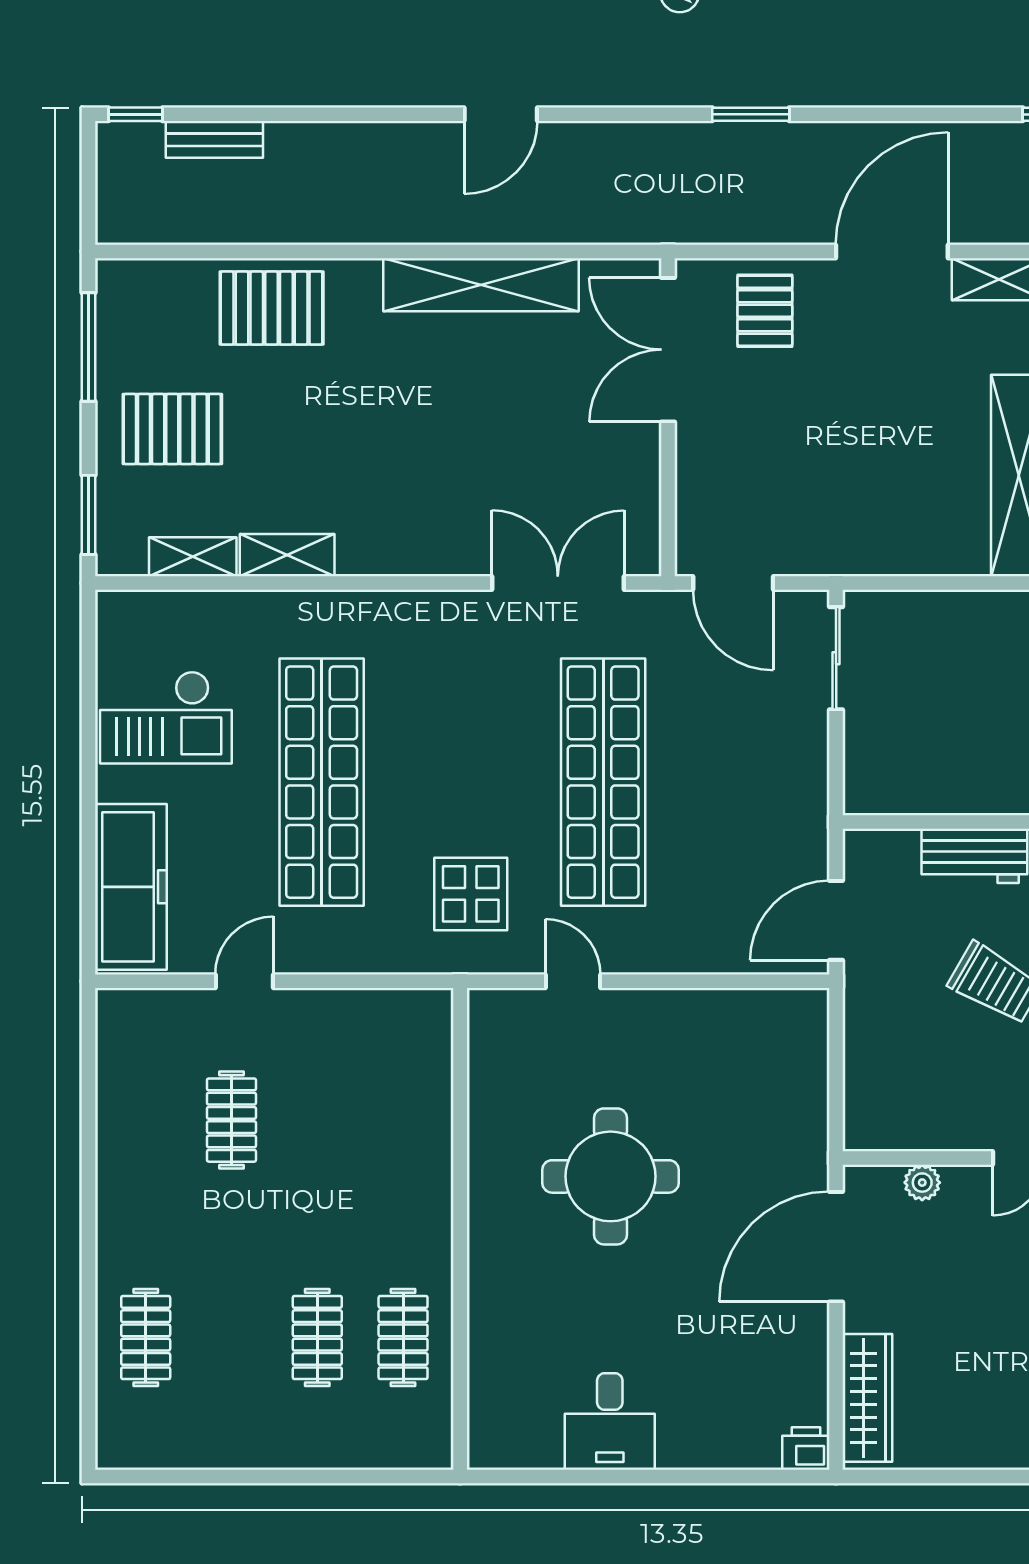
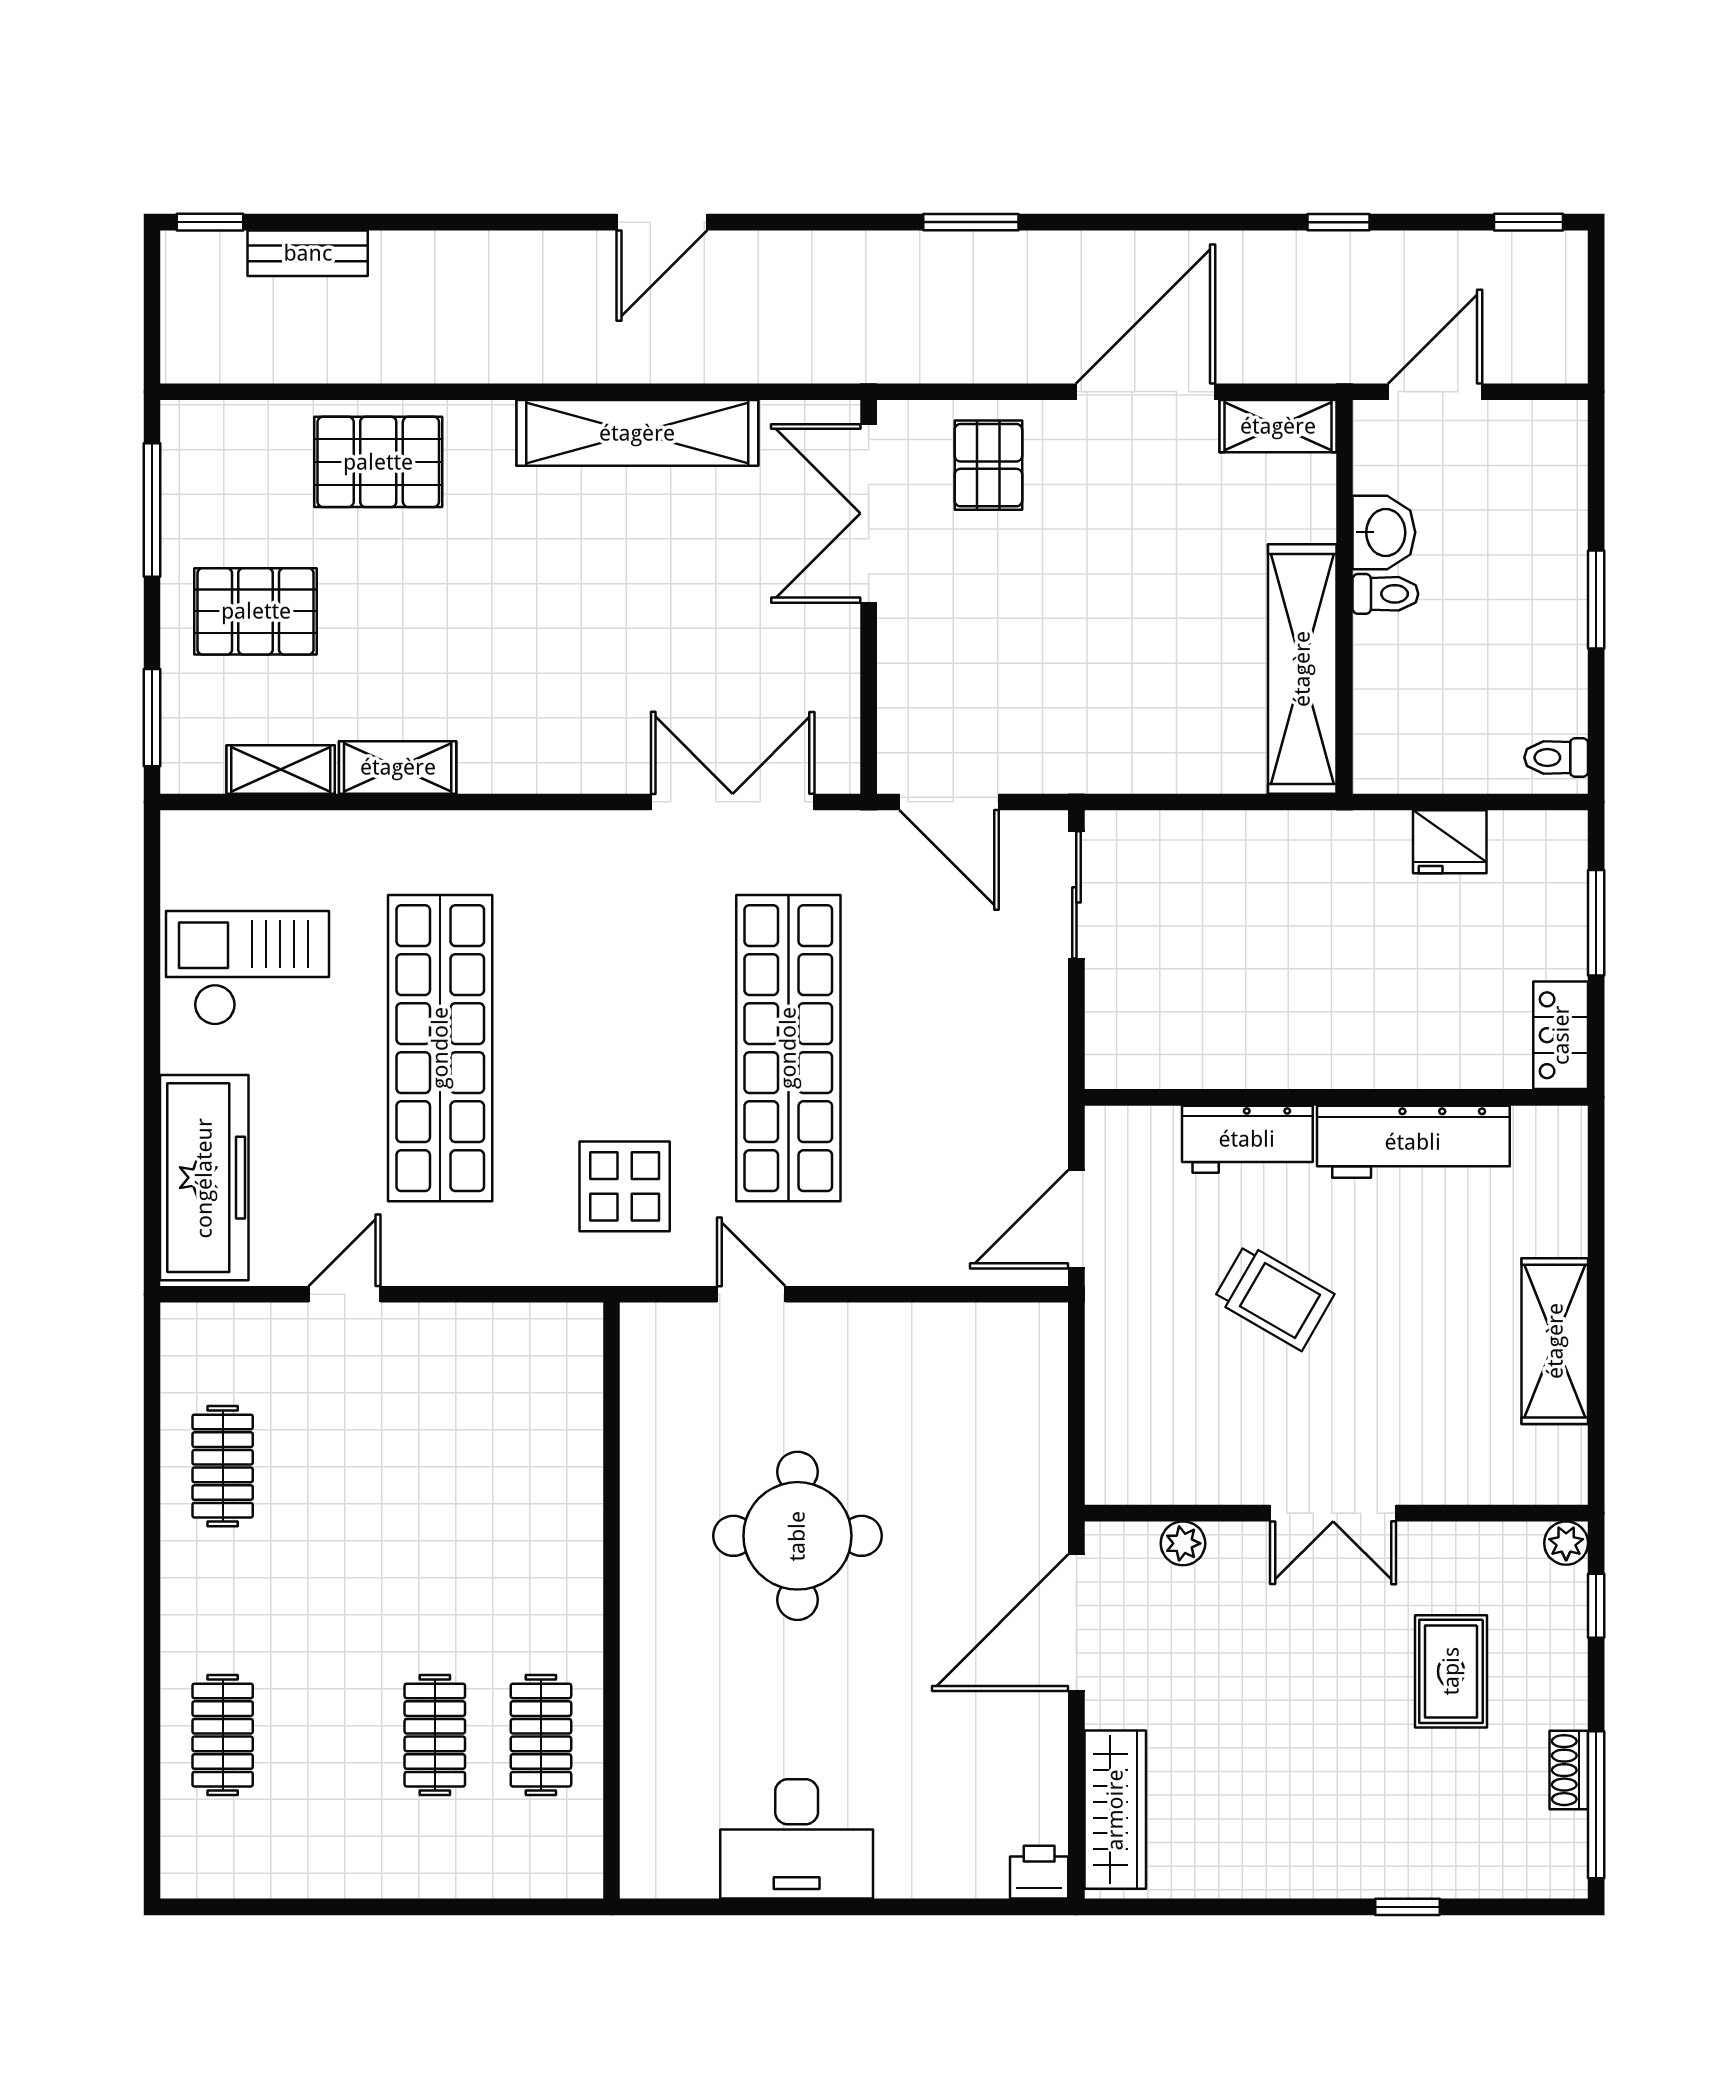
checkout: (166, 717) -> (247, 968), turned 180
clothes rail: (231, 1120) -> (223, 1466), moved
desk: (610, 1421) -> (797, 1839), width x1.37

